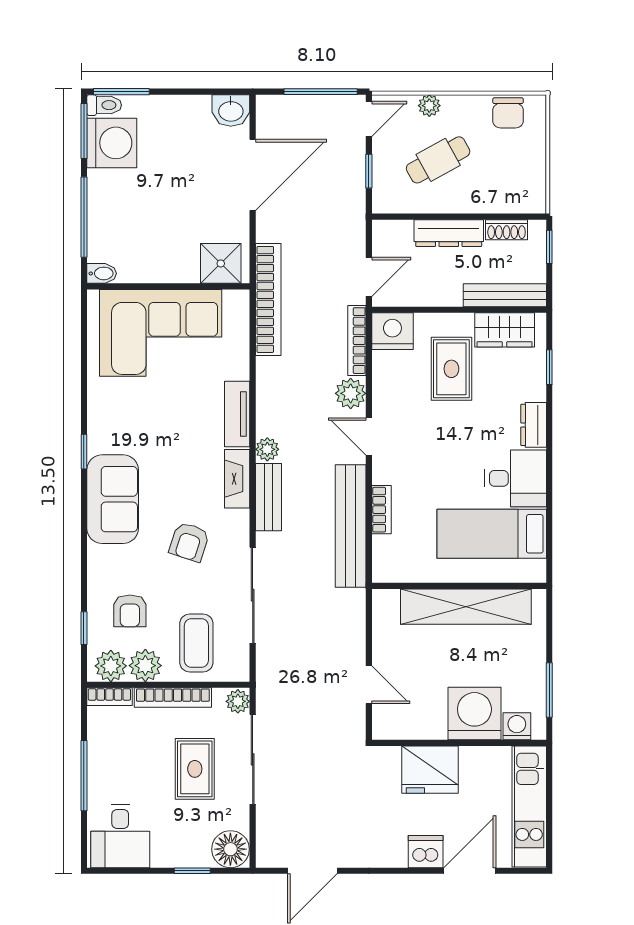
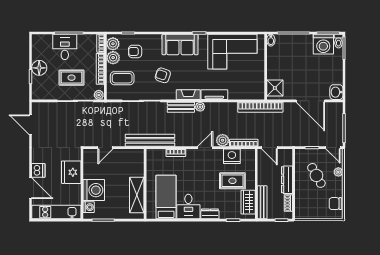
nightstand: (392, 331) -> (232, 156), moved, turned -90
corner sofa: (161, 333) -> (232, 52), moved, turned -90
bench: (351, 526) -> (150, 140), moved
shelving: (466, 607) -> (137, 195), width x0.68
desk: (120, 836) -> (65, 47), moved, turned 90
floor lamp: (230, 849) -> (39, 68), moved

